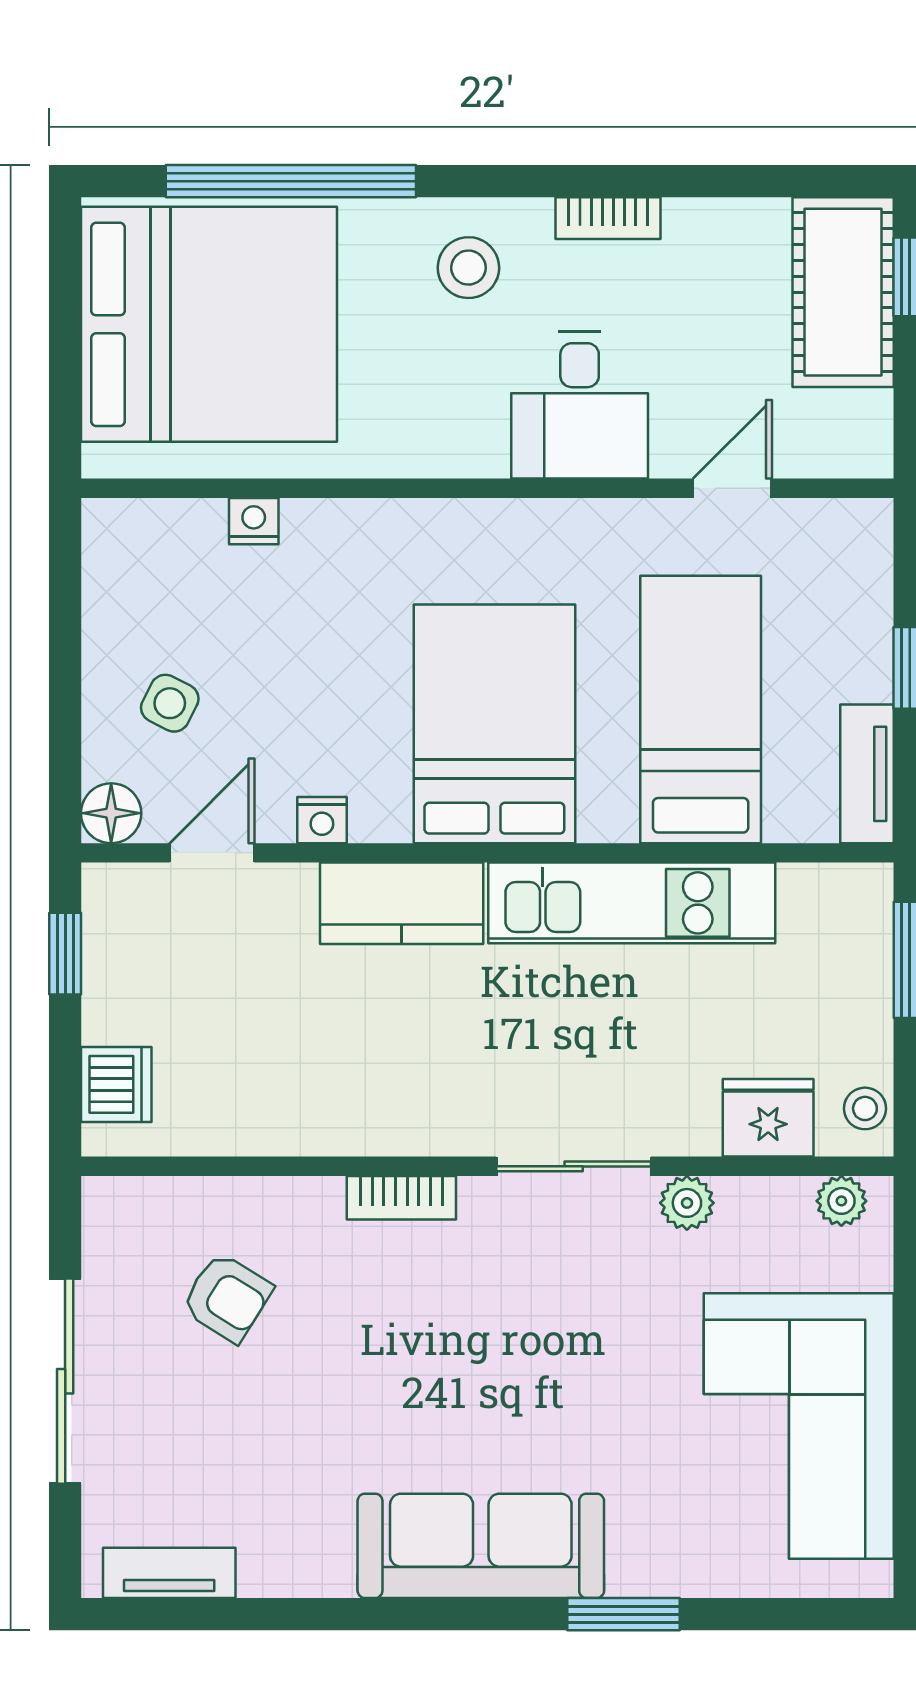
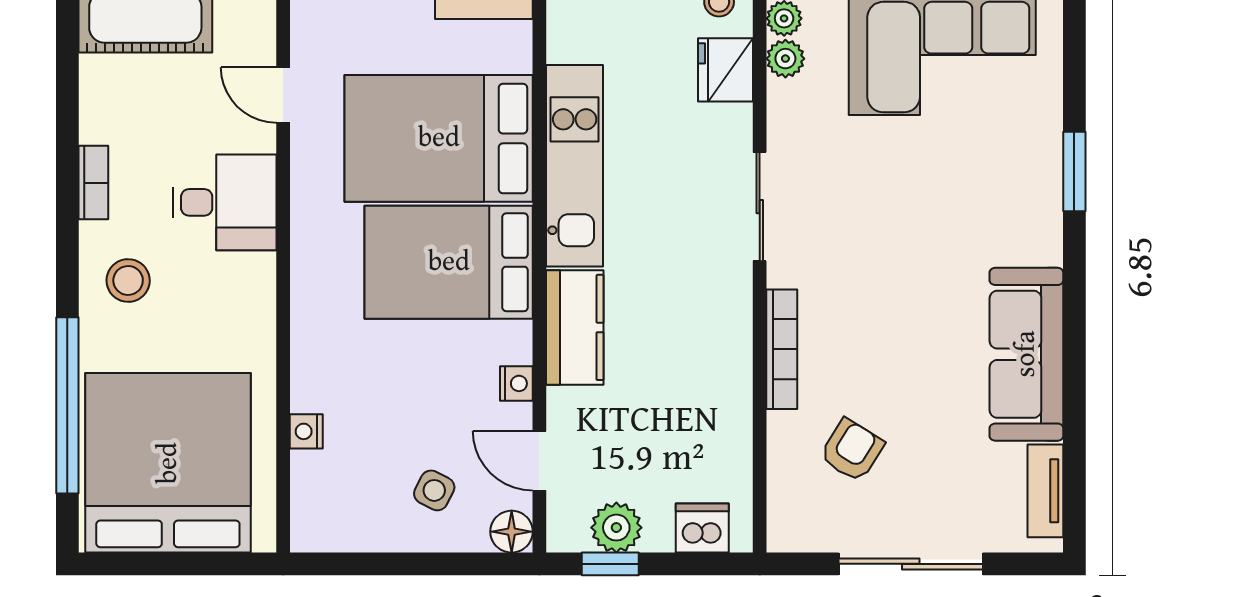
bed: (701, 709) -> (439, 138), width x1.50
plant: (117, 962) -> (616, 528), added
bookcase: (401, 1198) -> (782, 349), width x1.56
plant: (687, 1203) -> (785, 59), moved
sofa: (481, 1546) -> (1026, 354), moved

